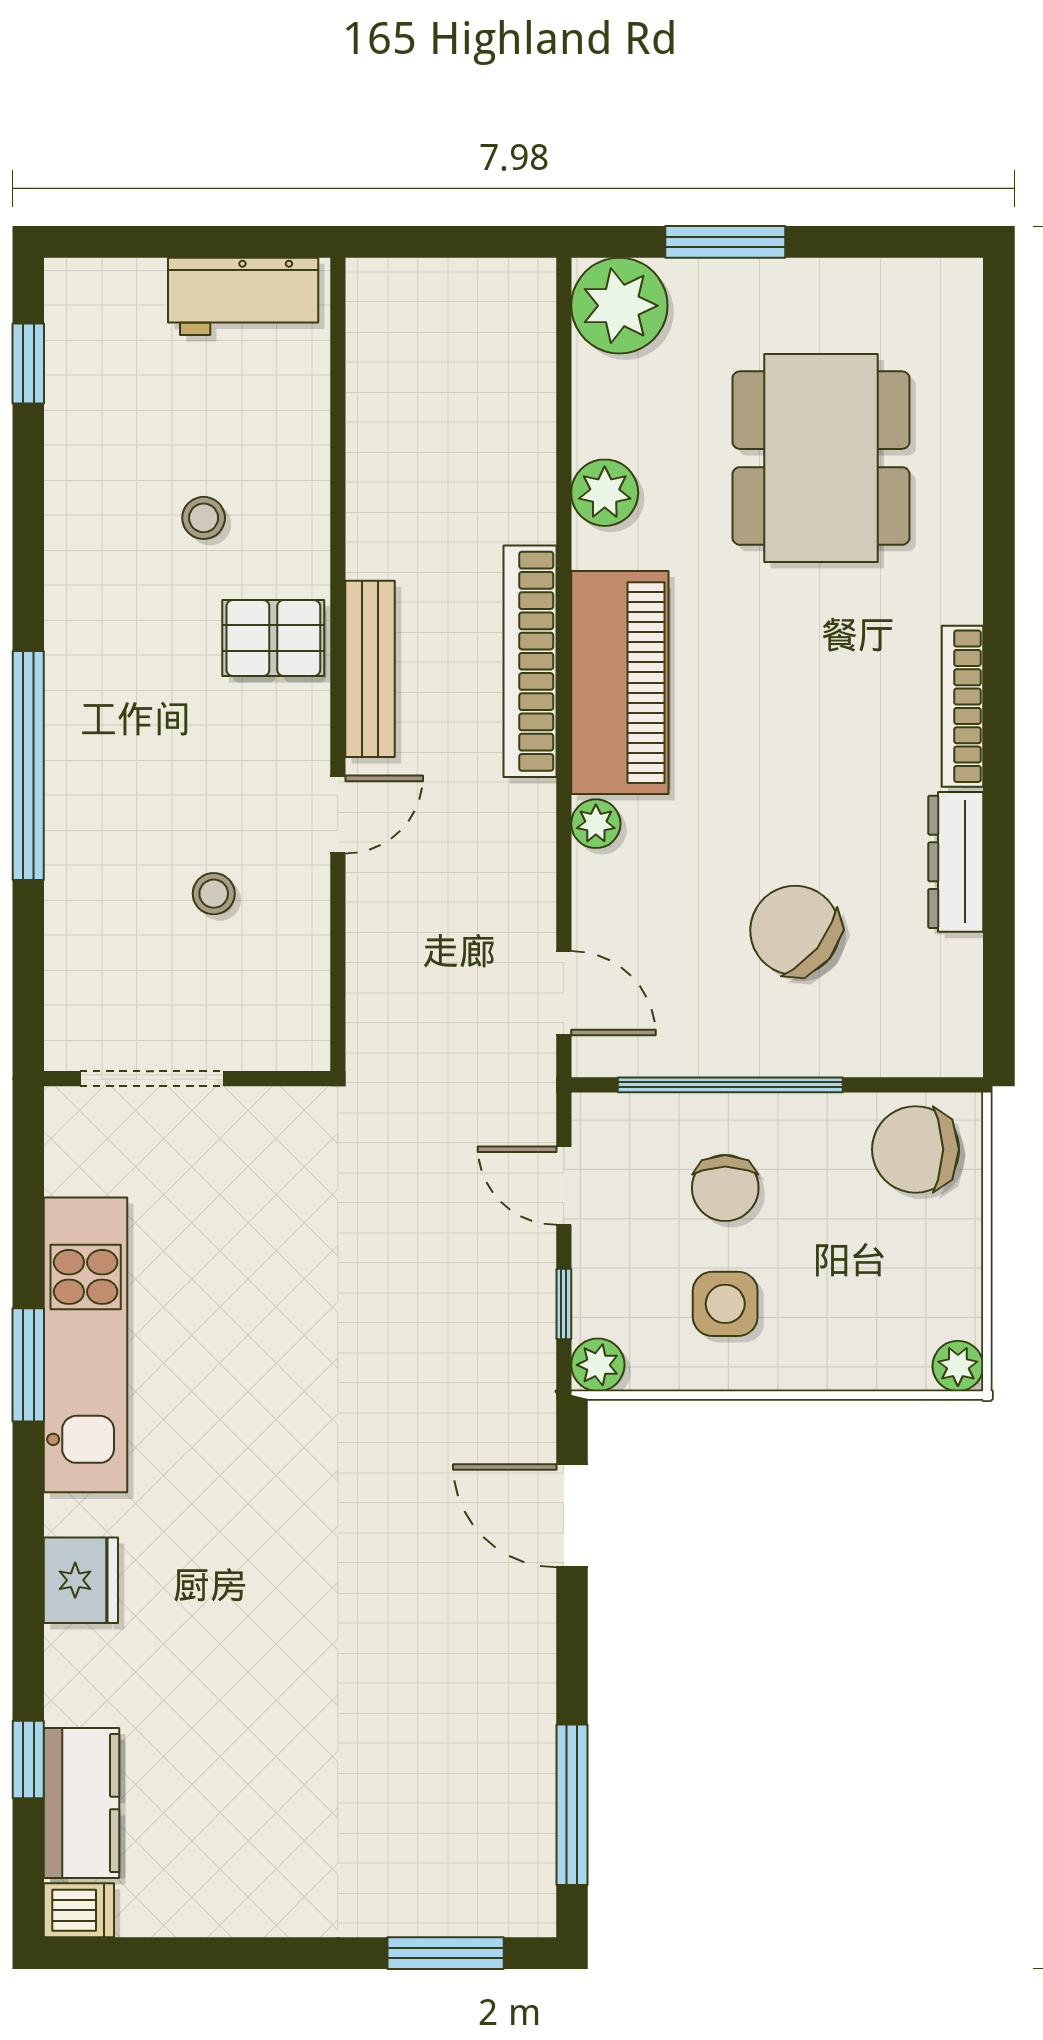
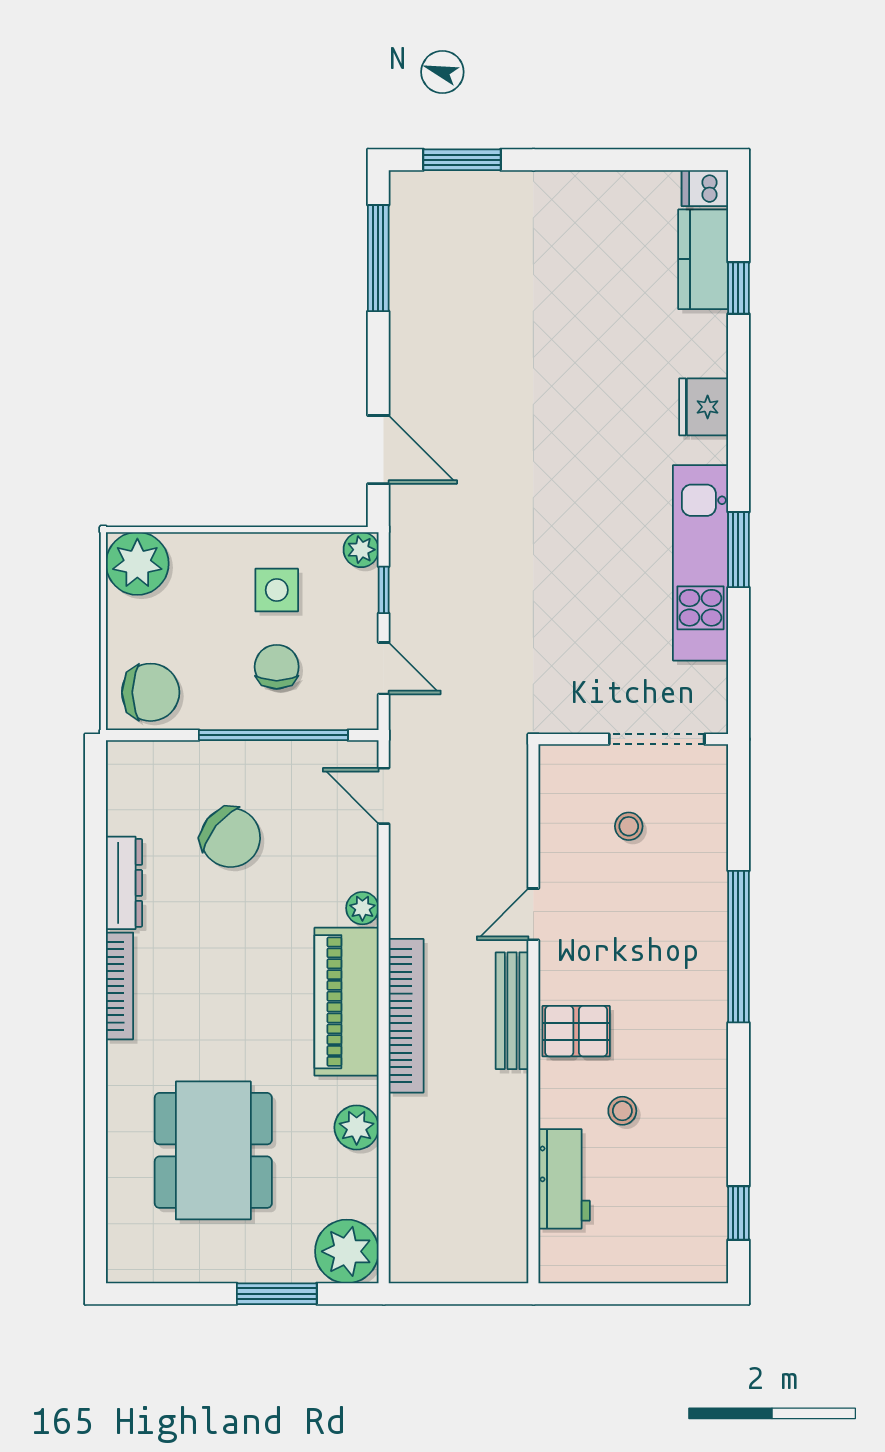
workbench: (243, 296) -> (564, 1179), moved, turned 90
stool: (214, 894) -> (629, 826), moved
plant: (958, 1366) -> (137, 564), width x1.87, depth x1.87

